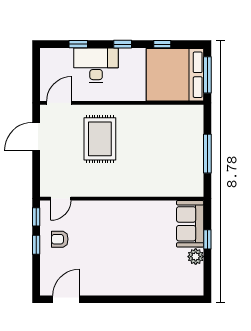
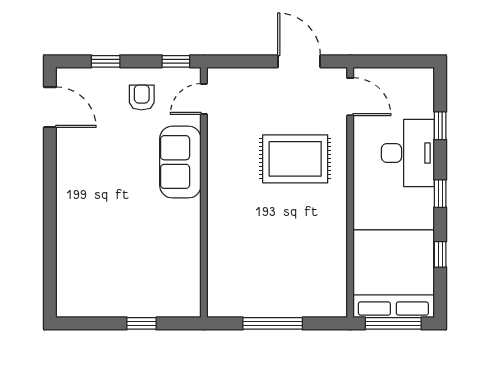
door: (61, 199) -> (204, 99), hinge flipped
sofa: (190, 224) -> (180, 162), moved, turned -90
window: (36, 245) -> (106, 61), moved
plant: (196, 257) -> (115, 305), removed

